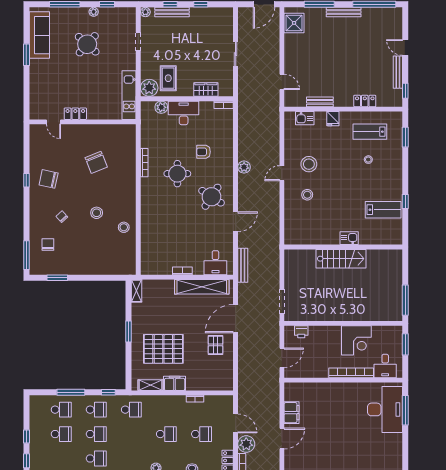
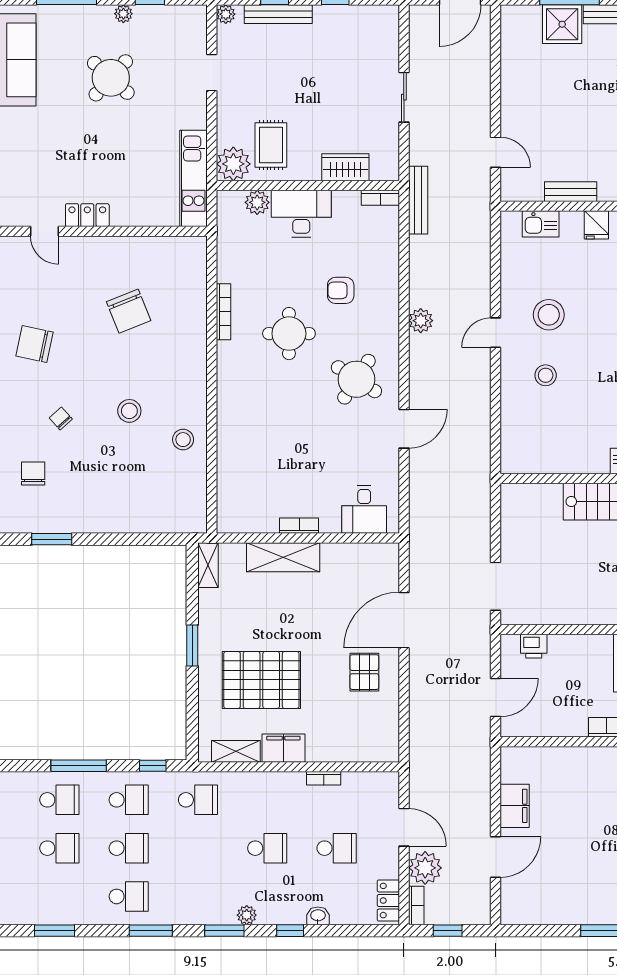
shower: (294, 23) -> (562, 24), moved
bench: (243, 265) -> (418, 200), moved
shelving: (202, 287) -> (283, 557), moved, width x0.68

